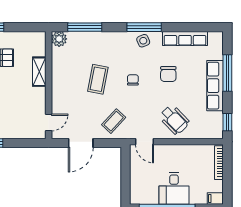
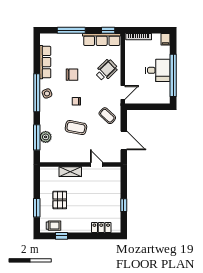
window: (144, 27) -> (37, 93), width x1.46
plant: (59, 39) -> (46, 137), moved
row of seats: (215, 86) -> (102, 39), moved
door: (49, 122) -> (97, 165), moved

